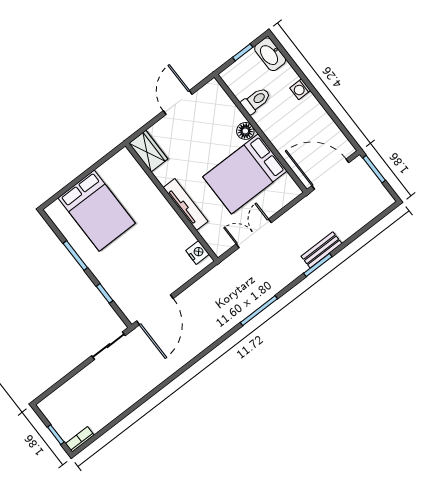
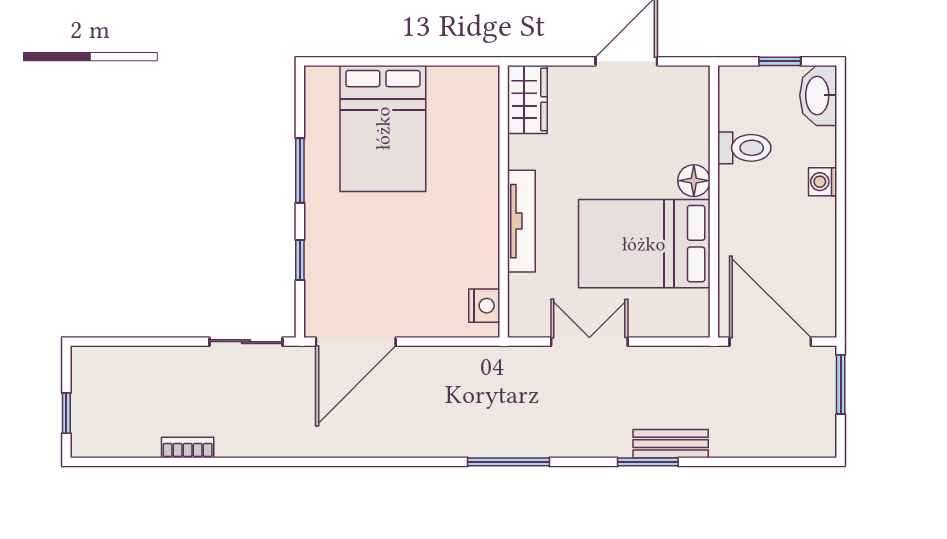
bookcase: (80, 439) -> (188, 447), moved

